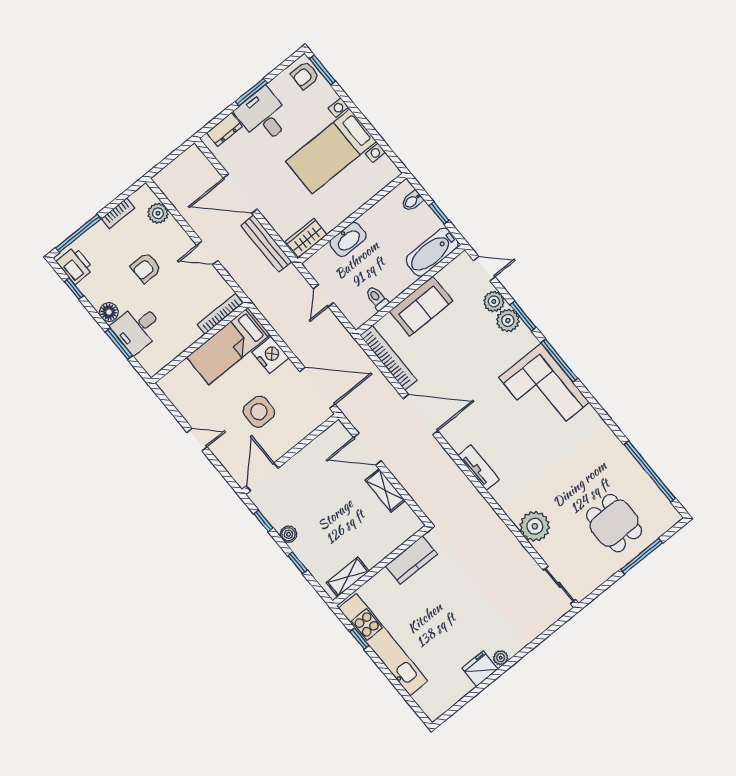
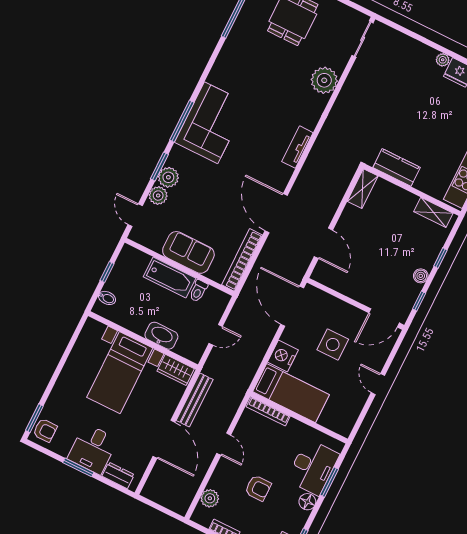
bed with nightstands: (331, 151) -> (120, 373), moved, turned 90
bathtub: (432, 252) -> (170, 277), moved
desk: (137, 328) -> (313, 467), width x1.37
shelving: (385, 490) -> (363, 189), moved

